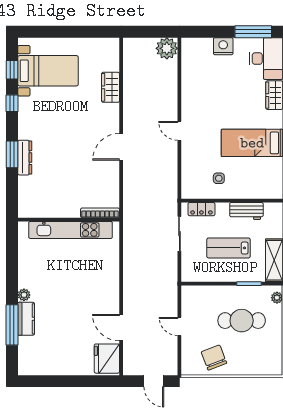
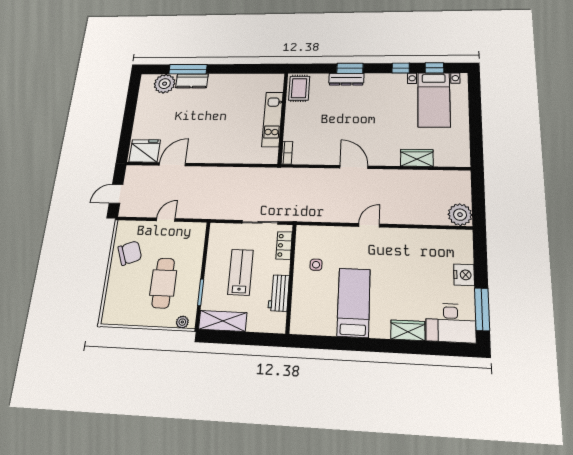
rug: (35, 205) -> (299, 88), added
bookcase: (100, 213) -> (287, 153), width x0.64
kitchen unit: (71, 230) -> (273, 119), width x0.73
plant: (24, 295) -> (165, 84), moved, width x1.88, depth x1.88

